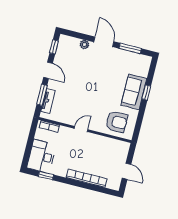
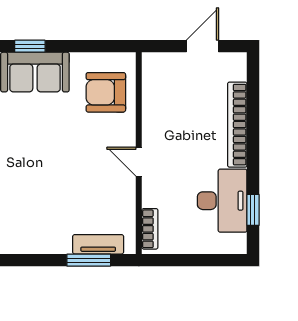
door: (48, 70) -> (35, 260), removed
armchair: (117, 122) -> (106, 92), turned -90
desk: (41, 156) -> (222, 201), moved, turned -90

